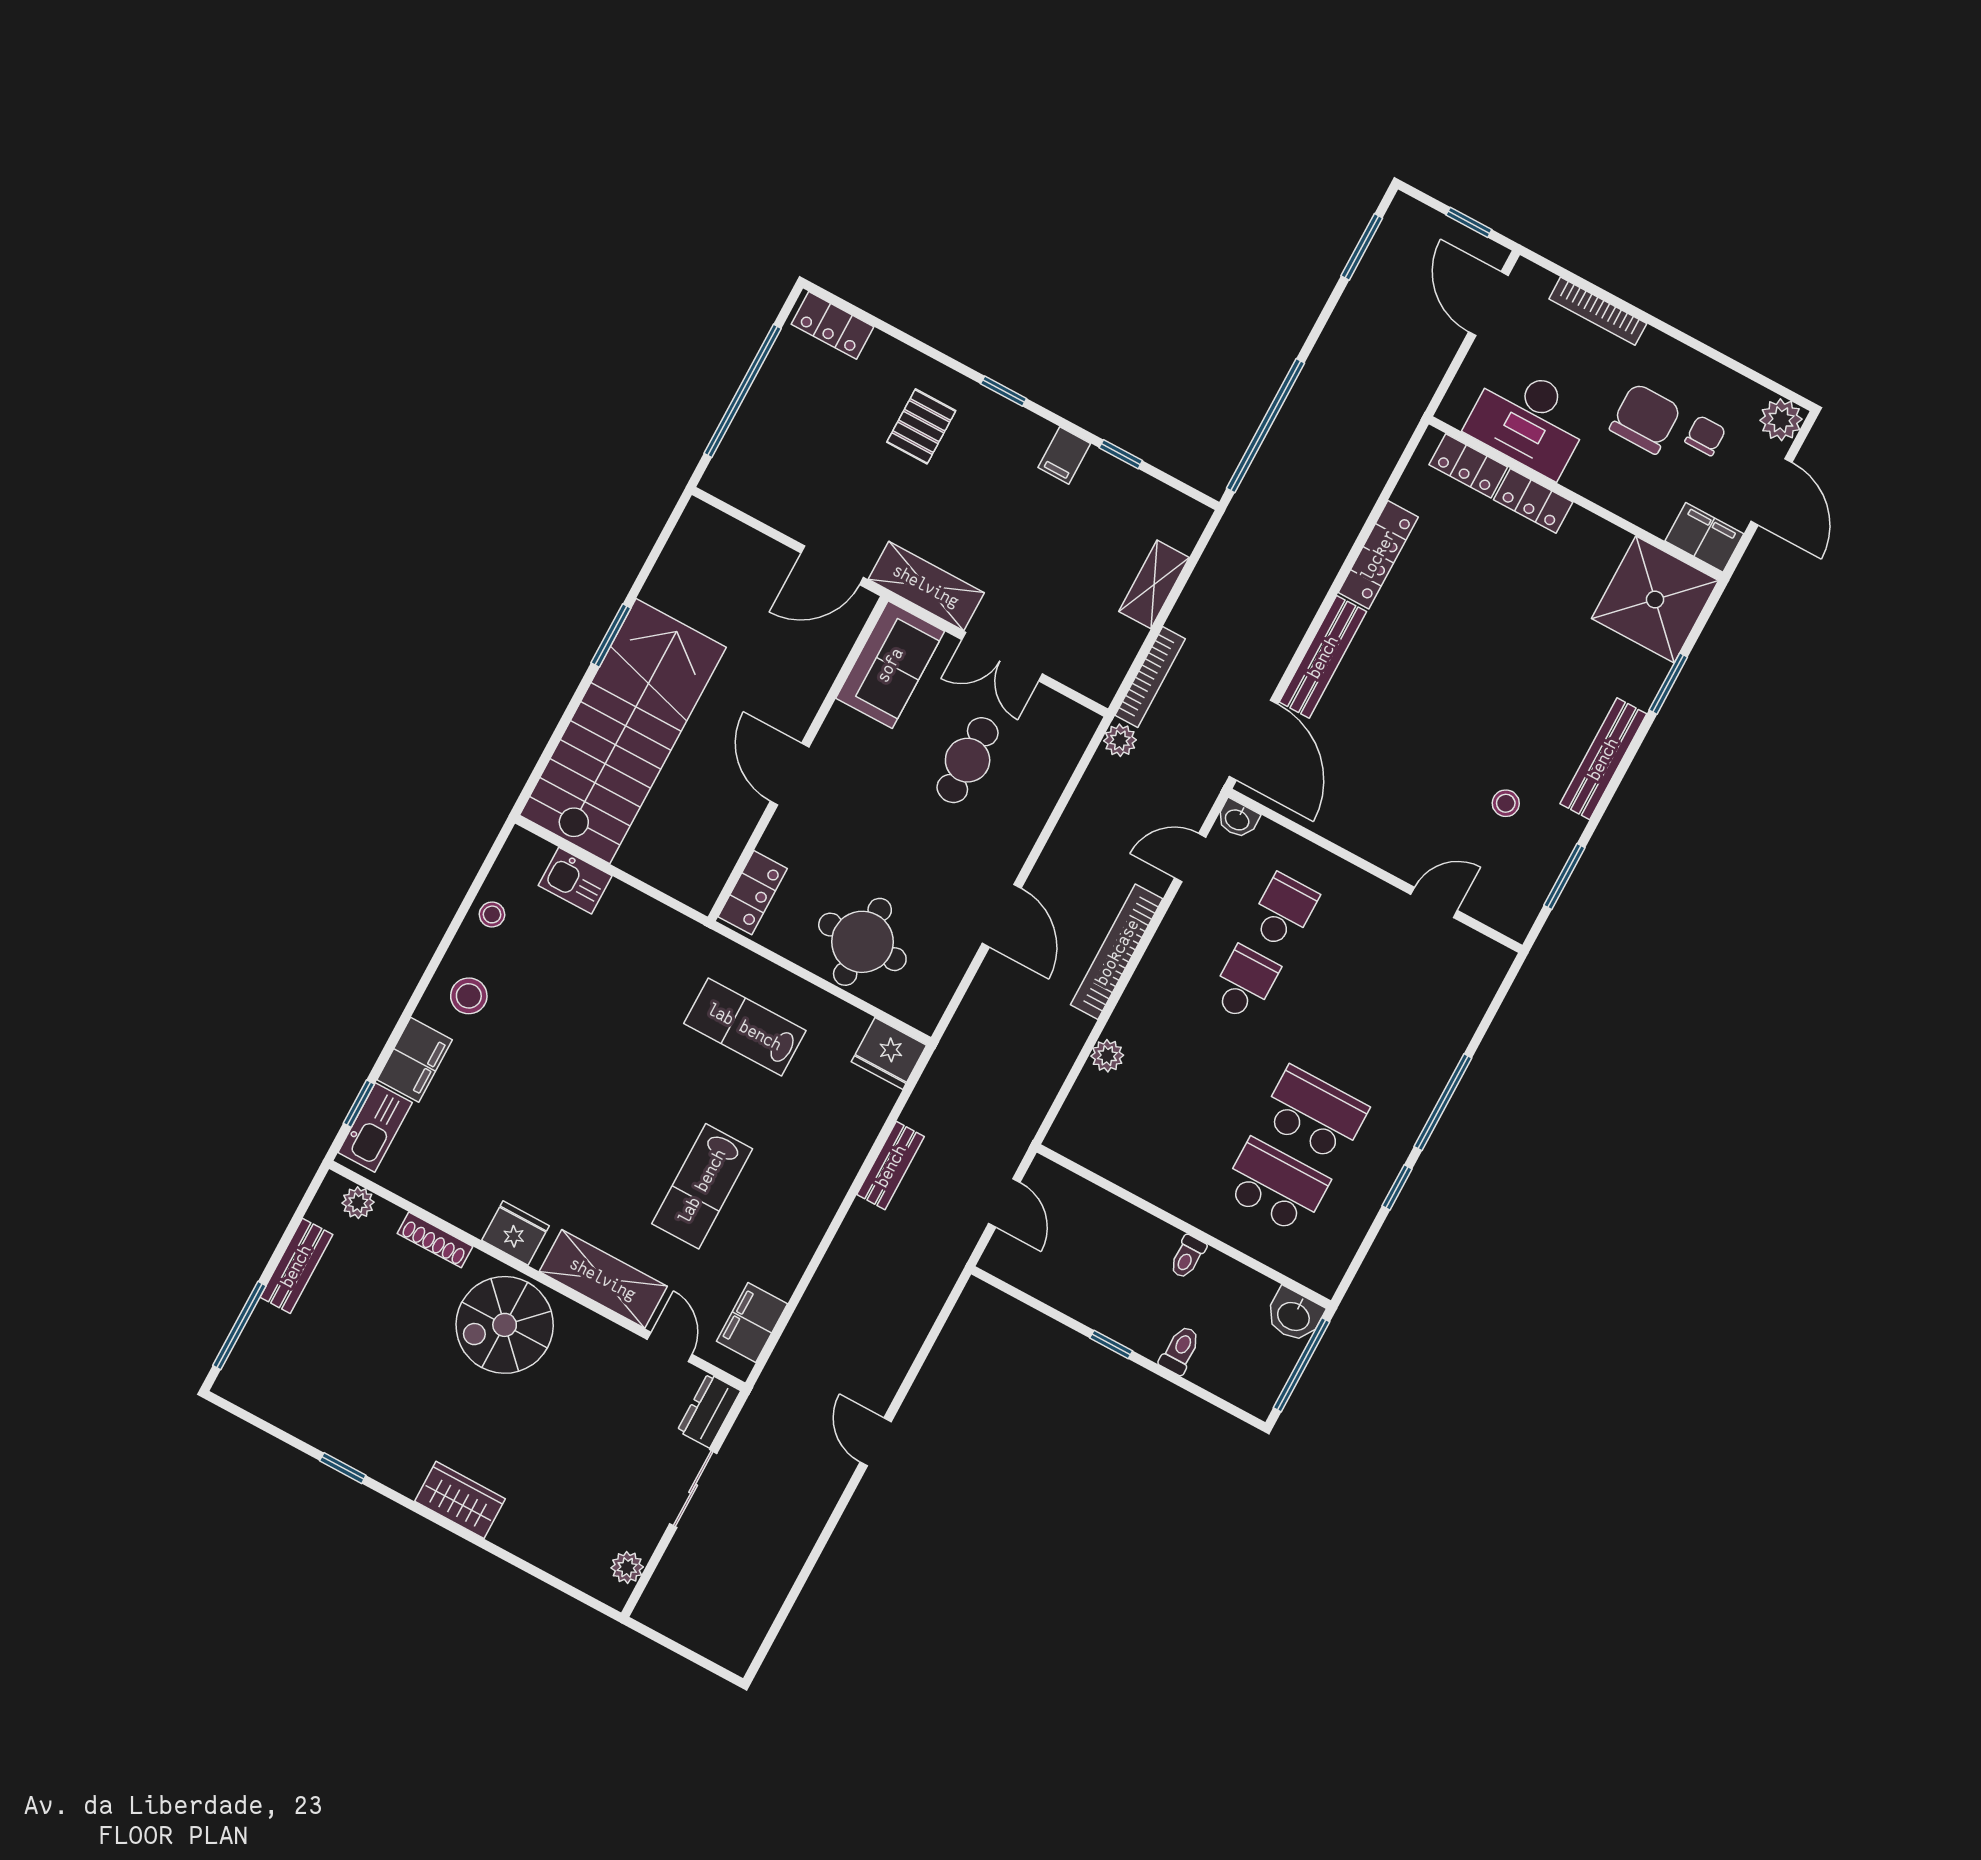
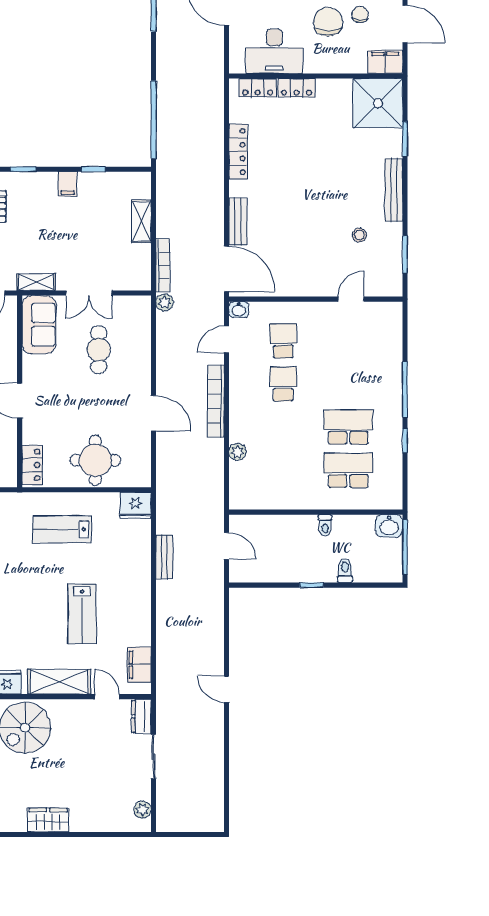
shelving: (926, 586) -> (36, 282), width x0.67, depth x0.75
bench: (1323, 657) -> (238, 221), width x0.73

